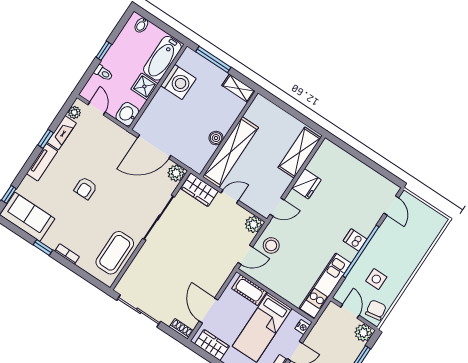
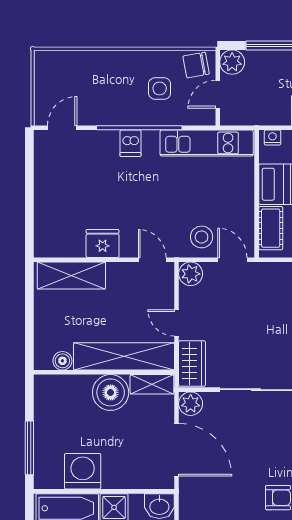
shelving: (239, 88) -> (152, 384), moved, turned 90
boiler: (252, 114) -> (62, 361), added
boiler: (216, 138) -> (111, 392), width x1.86, depth x1.86

